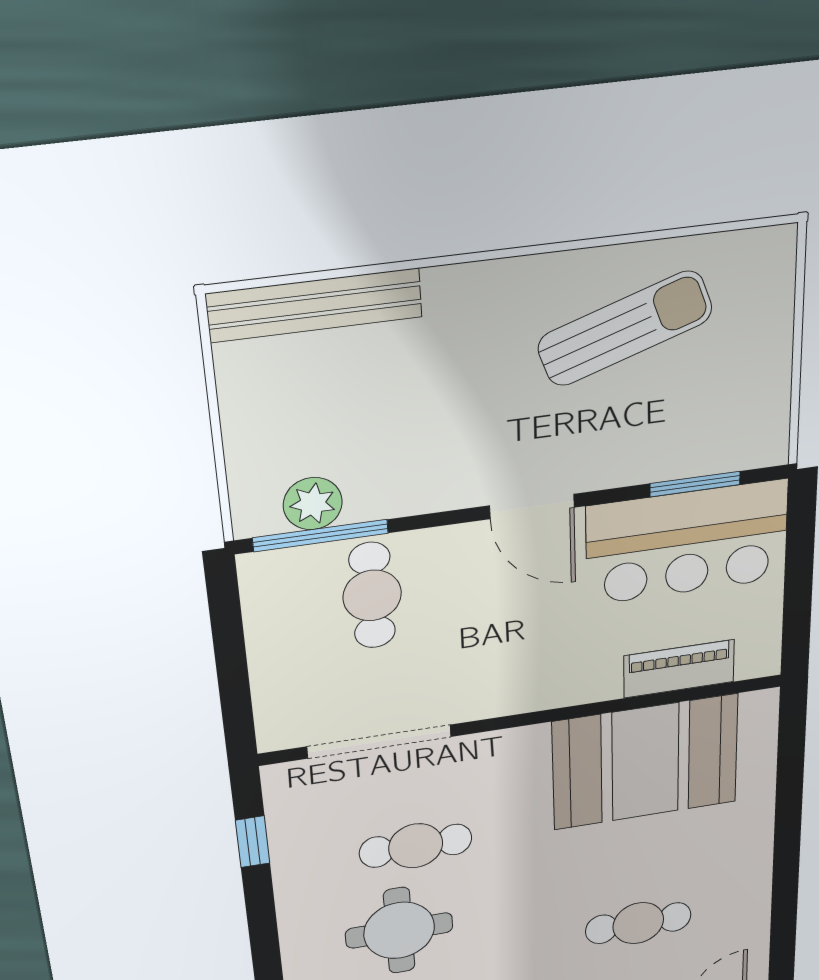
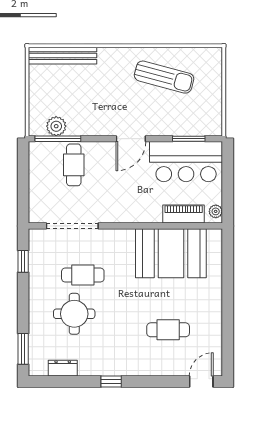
sun lounger: (625, 328) -> (164, 77), turned 34
door: (532, 506) -> (131, 139), hinge flipped
plant: (764, 650) -> (216, 211), added

